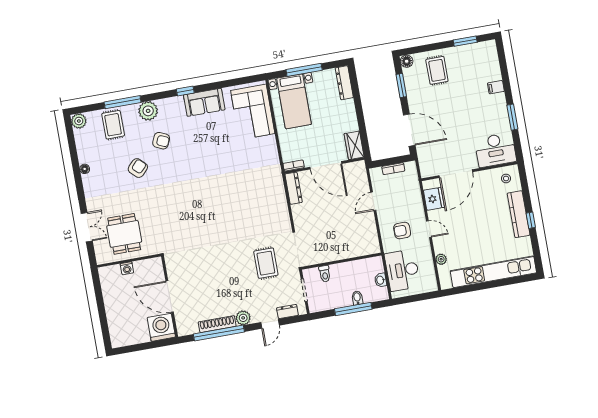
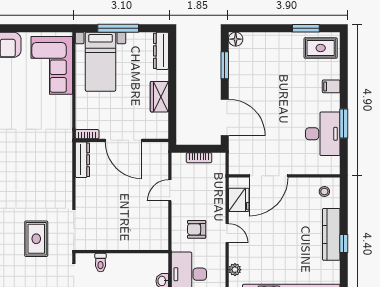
rug: (437, 70) -> (321, 48), moved, turned 90
wardrobe: (354, 145) -> (159, 97), moved
desk: (495, 150) -> (323, 134), moved, turned -90

